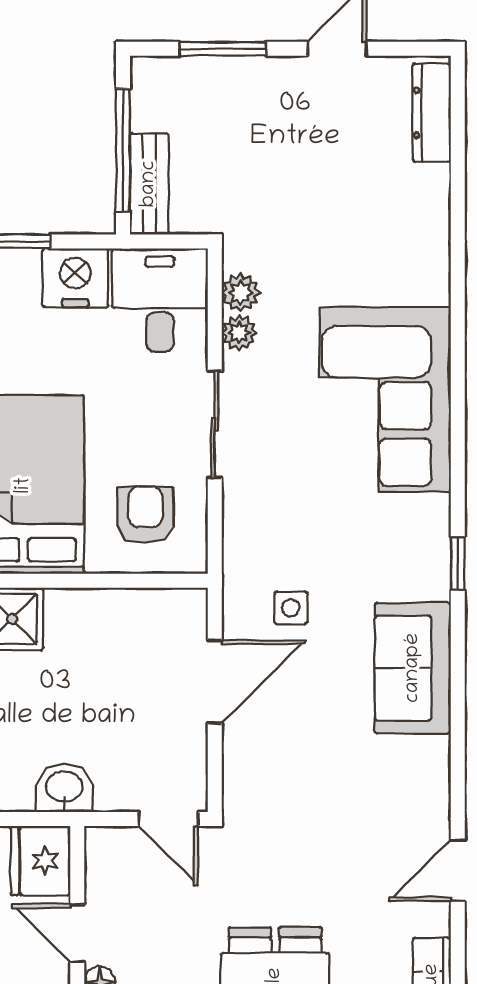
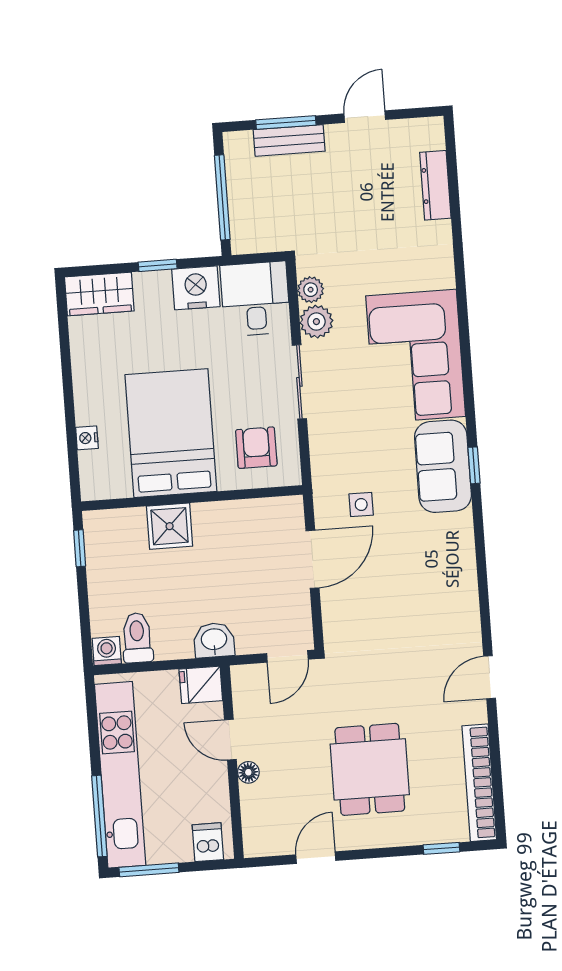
dresser: (432, 113) -> (435, 185), moved
bench: (149, 184) -> (289, 140), moved, turned 90
plant: (239, 333) -> (316, 322), width x1.38, depth x1.38
sofa: (413, 668) -> (443, 466), moved
door: (168, 819) -> (287, 656), hinge flipped
fridge: (40, 861) -> (201, 685), width x0.72

